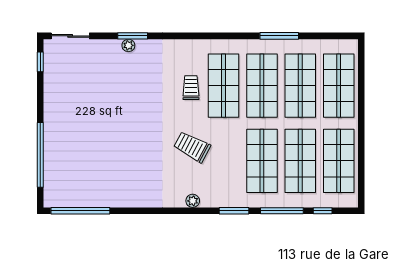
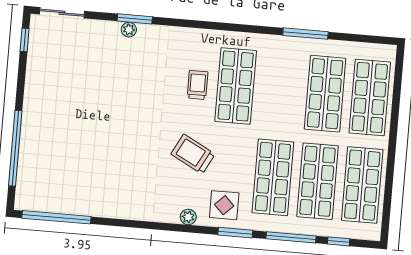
shop shelf: (262, 86) -> (280, 90), removed
display table: (222, 188) -> (224, 205), added

